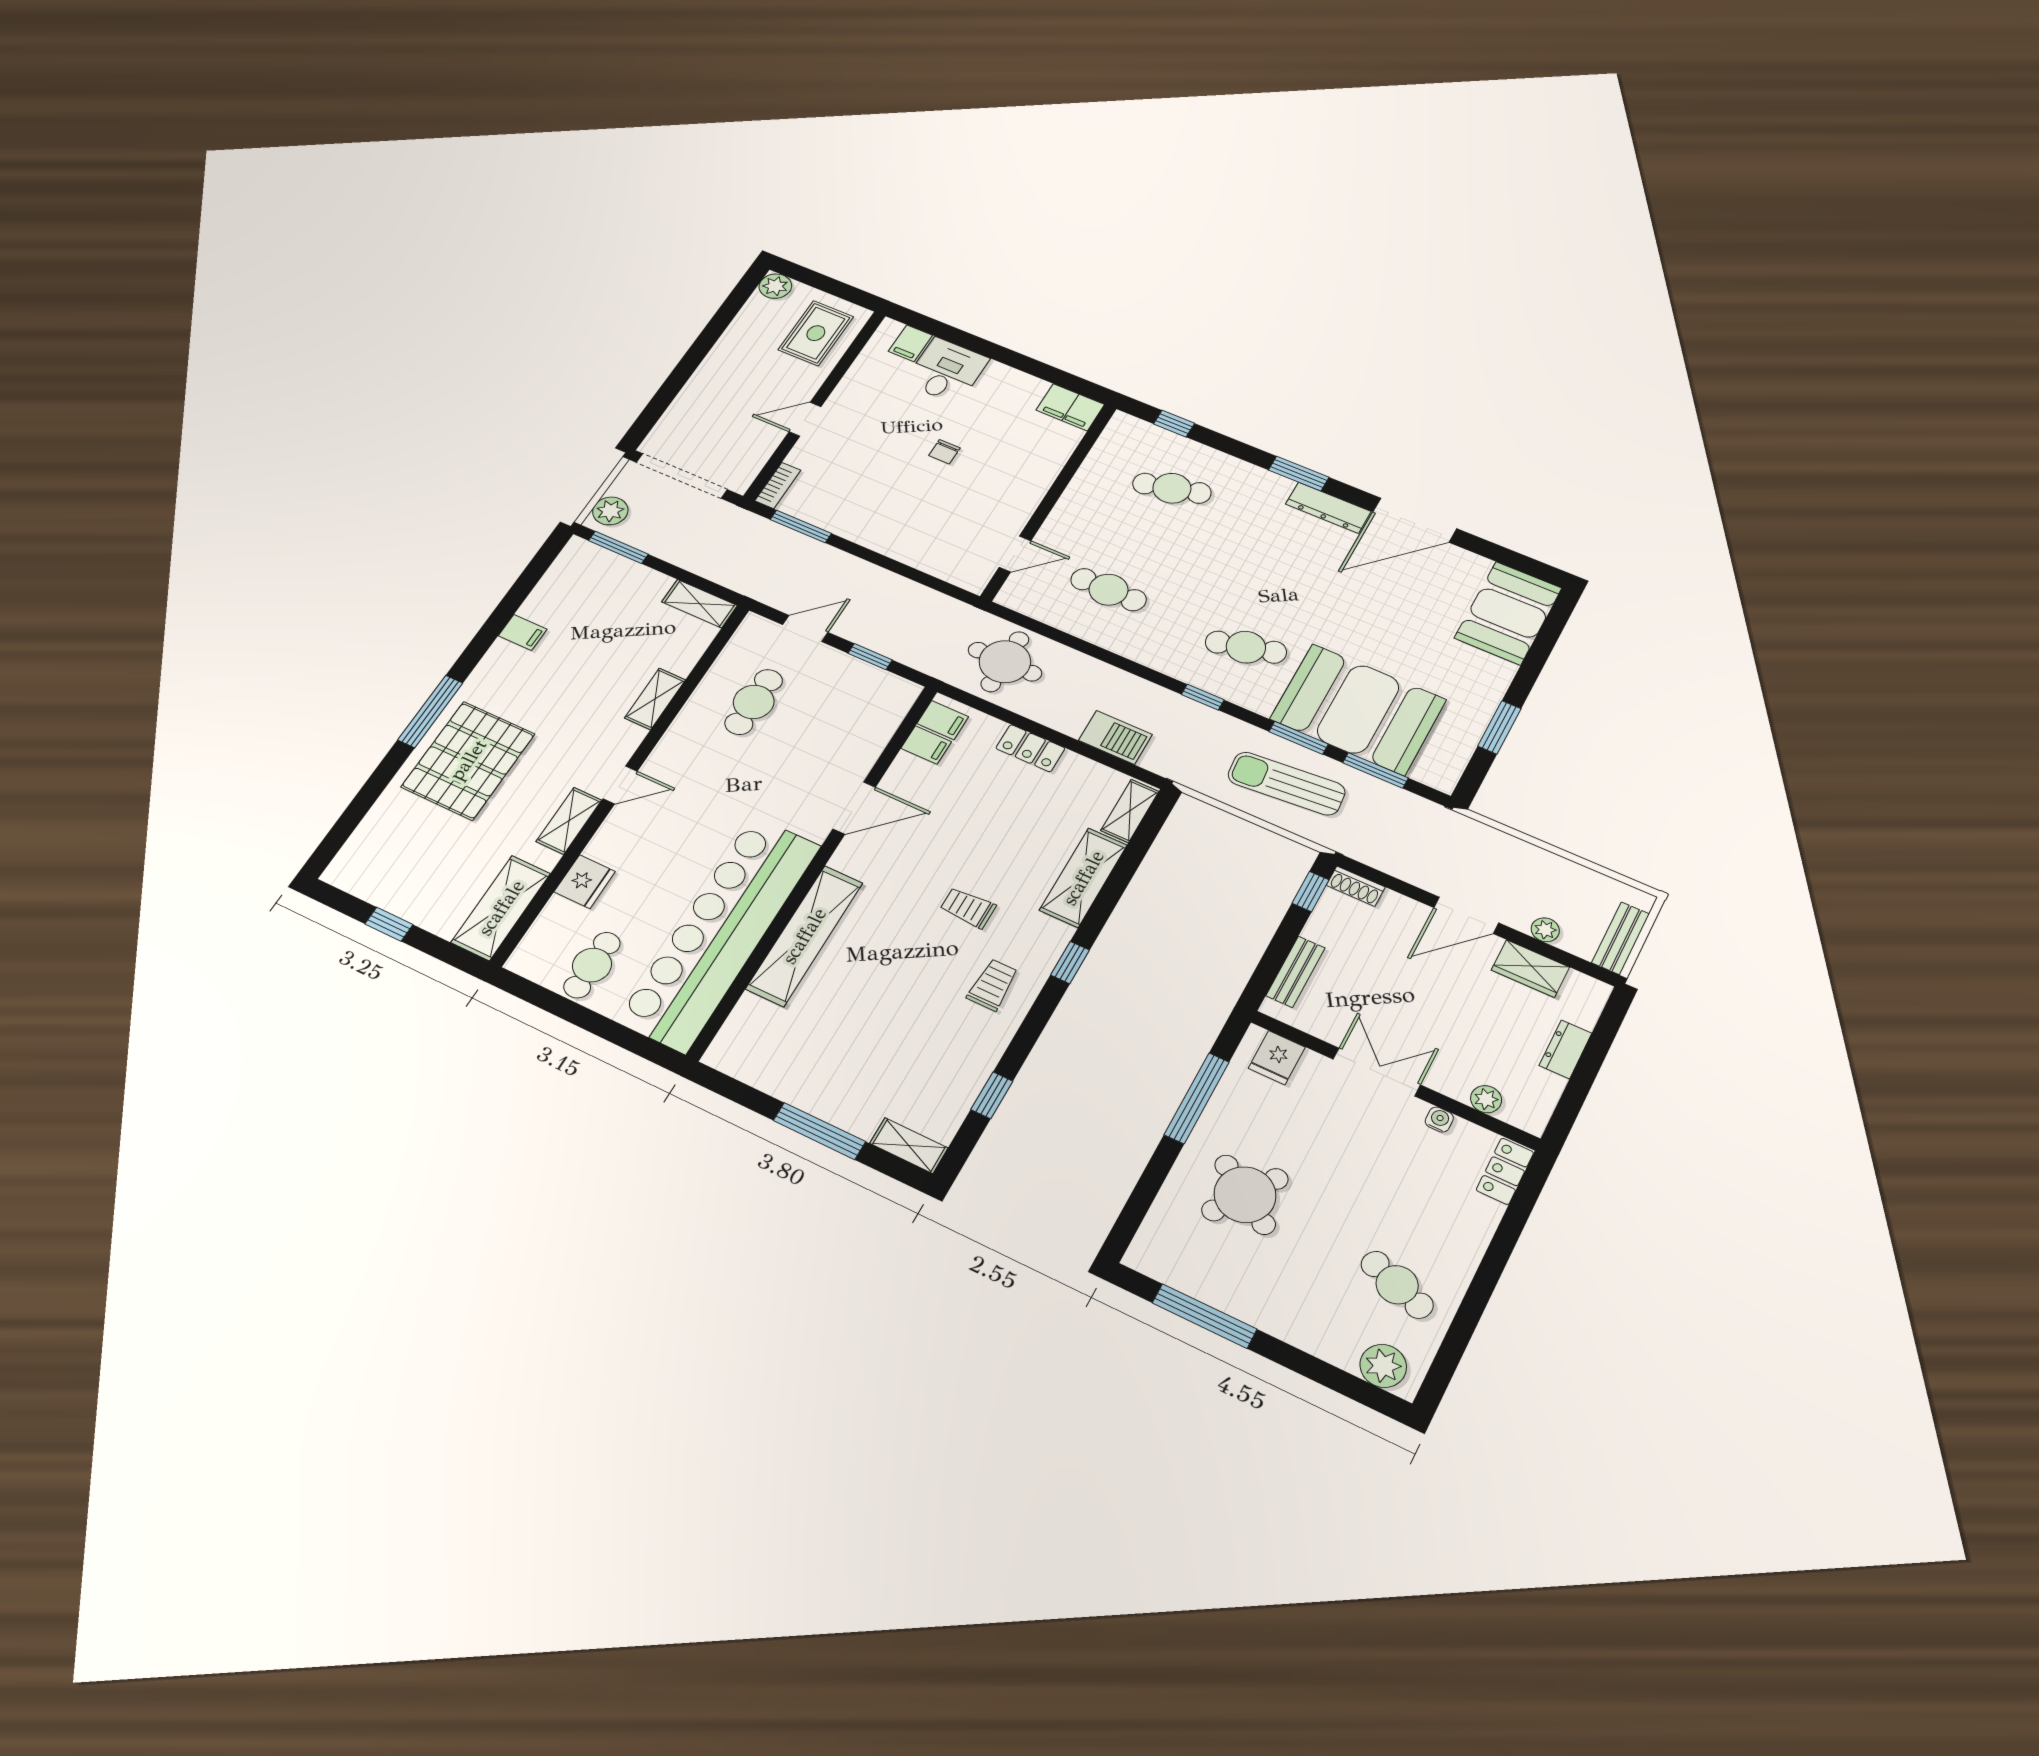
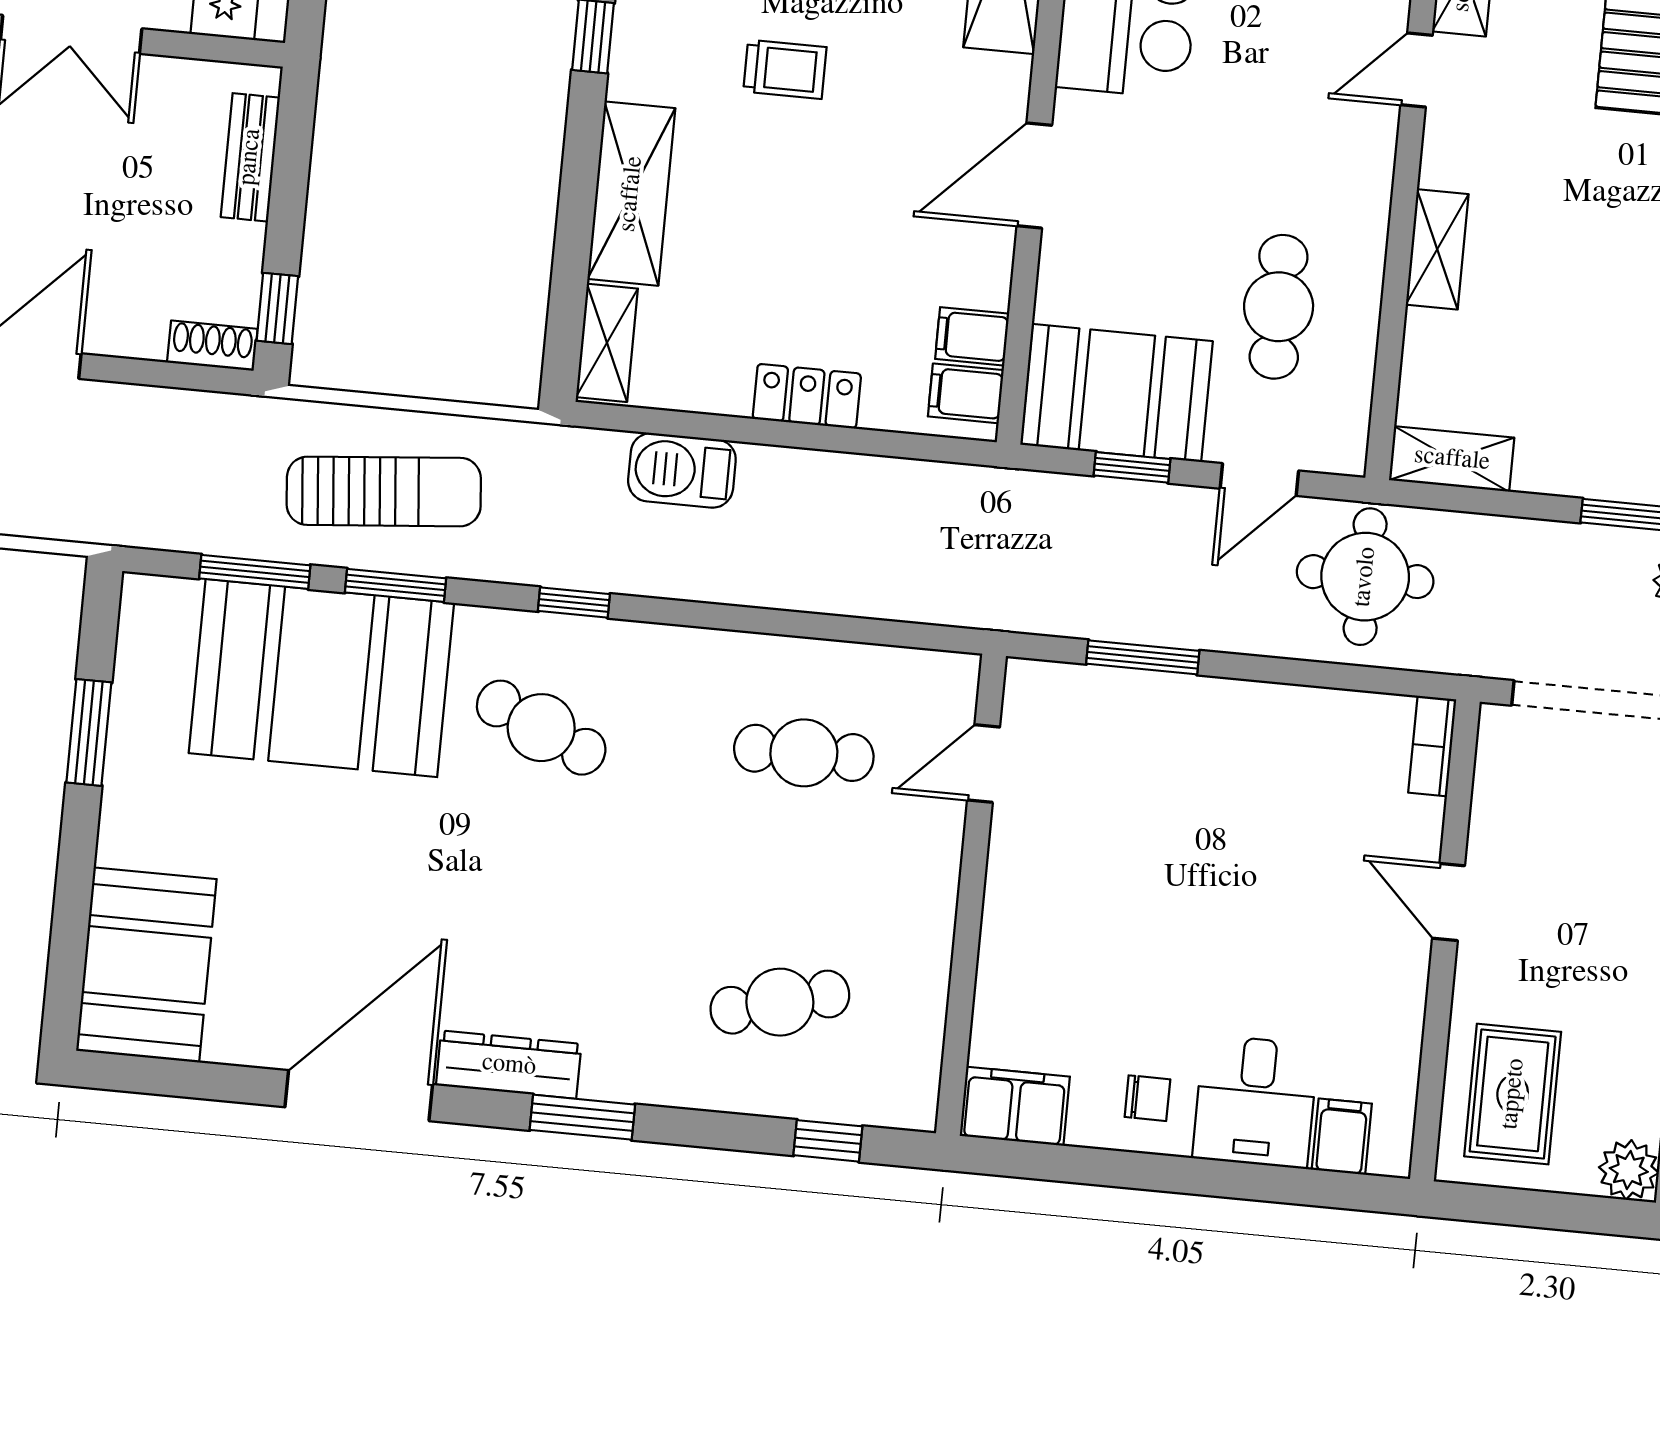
door: (805, 419) -> (1449, 902), swing flipped
chair: (944, 452) -> (1147, 1098), moved, turned 90
window: (801, 526) -> (1143, 657), moved
cafe table: (1246, 647) -> (541, 728), turned 39
round table: (1005, 662) -> (1365, 577), moved
booth: (861, 693) -> (1117, 393), added

